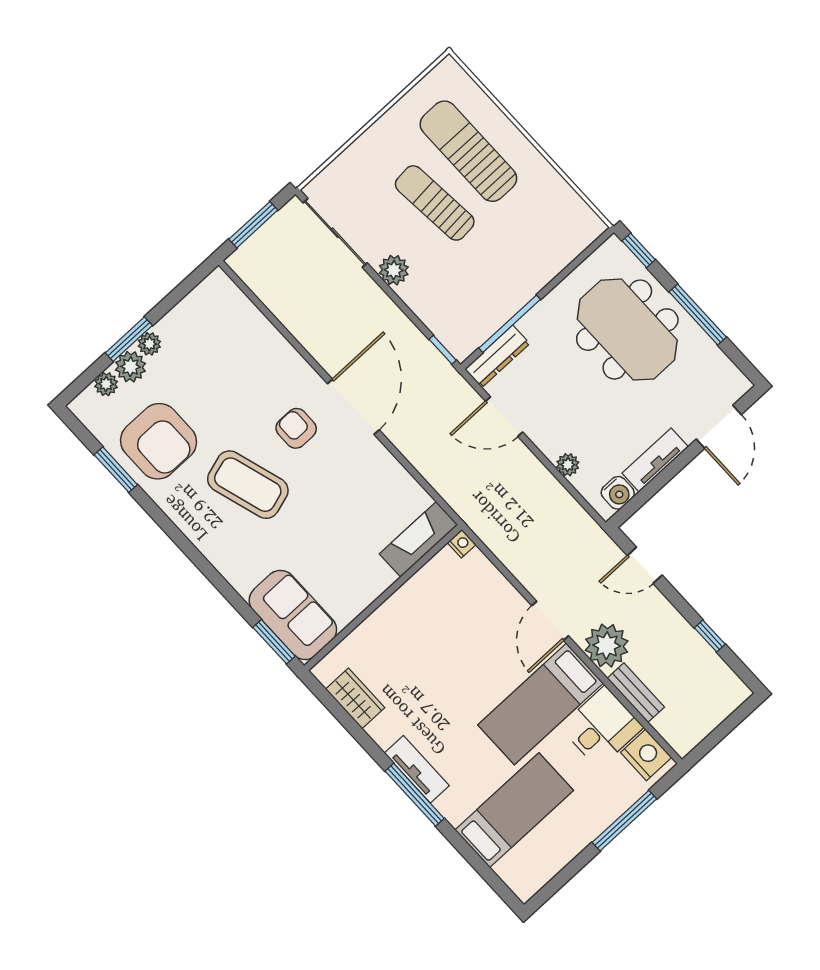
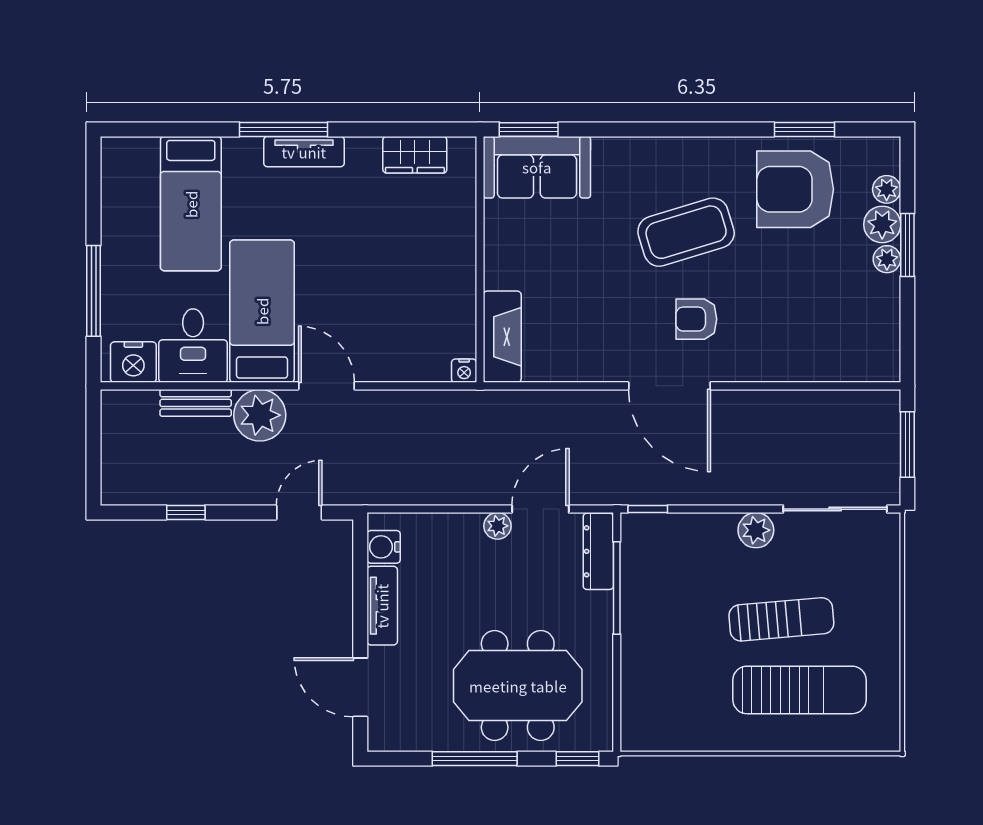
armchair: (296, 428) -> (696, 319), turned 180
plant: (568, 465) -> (497, 526), moved

